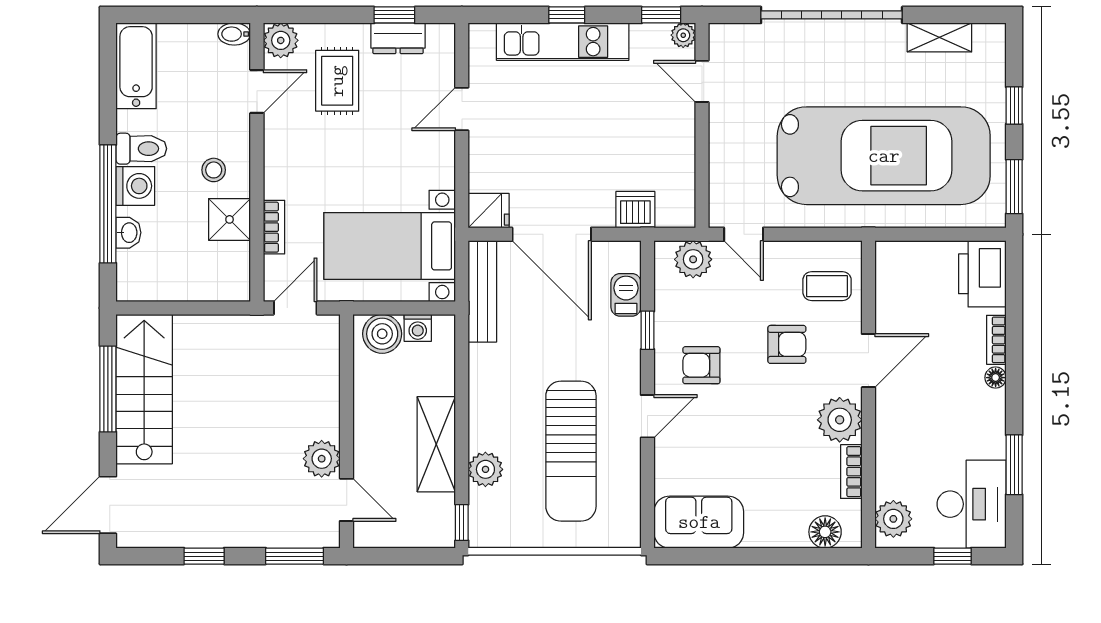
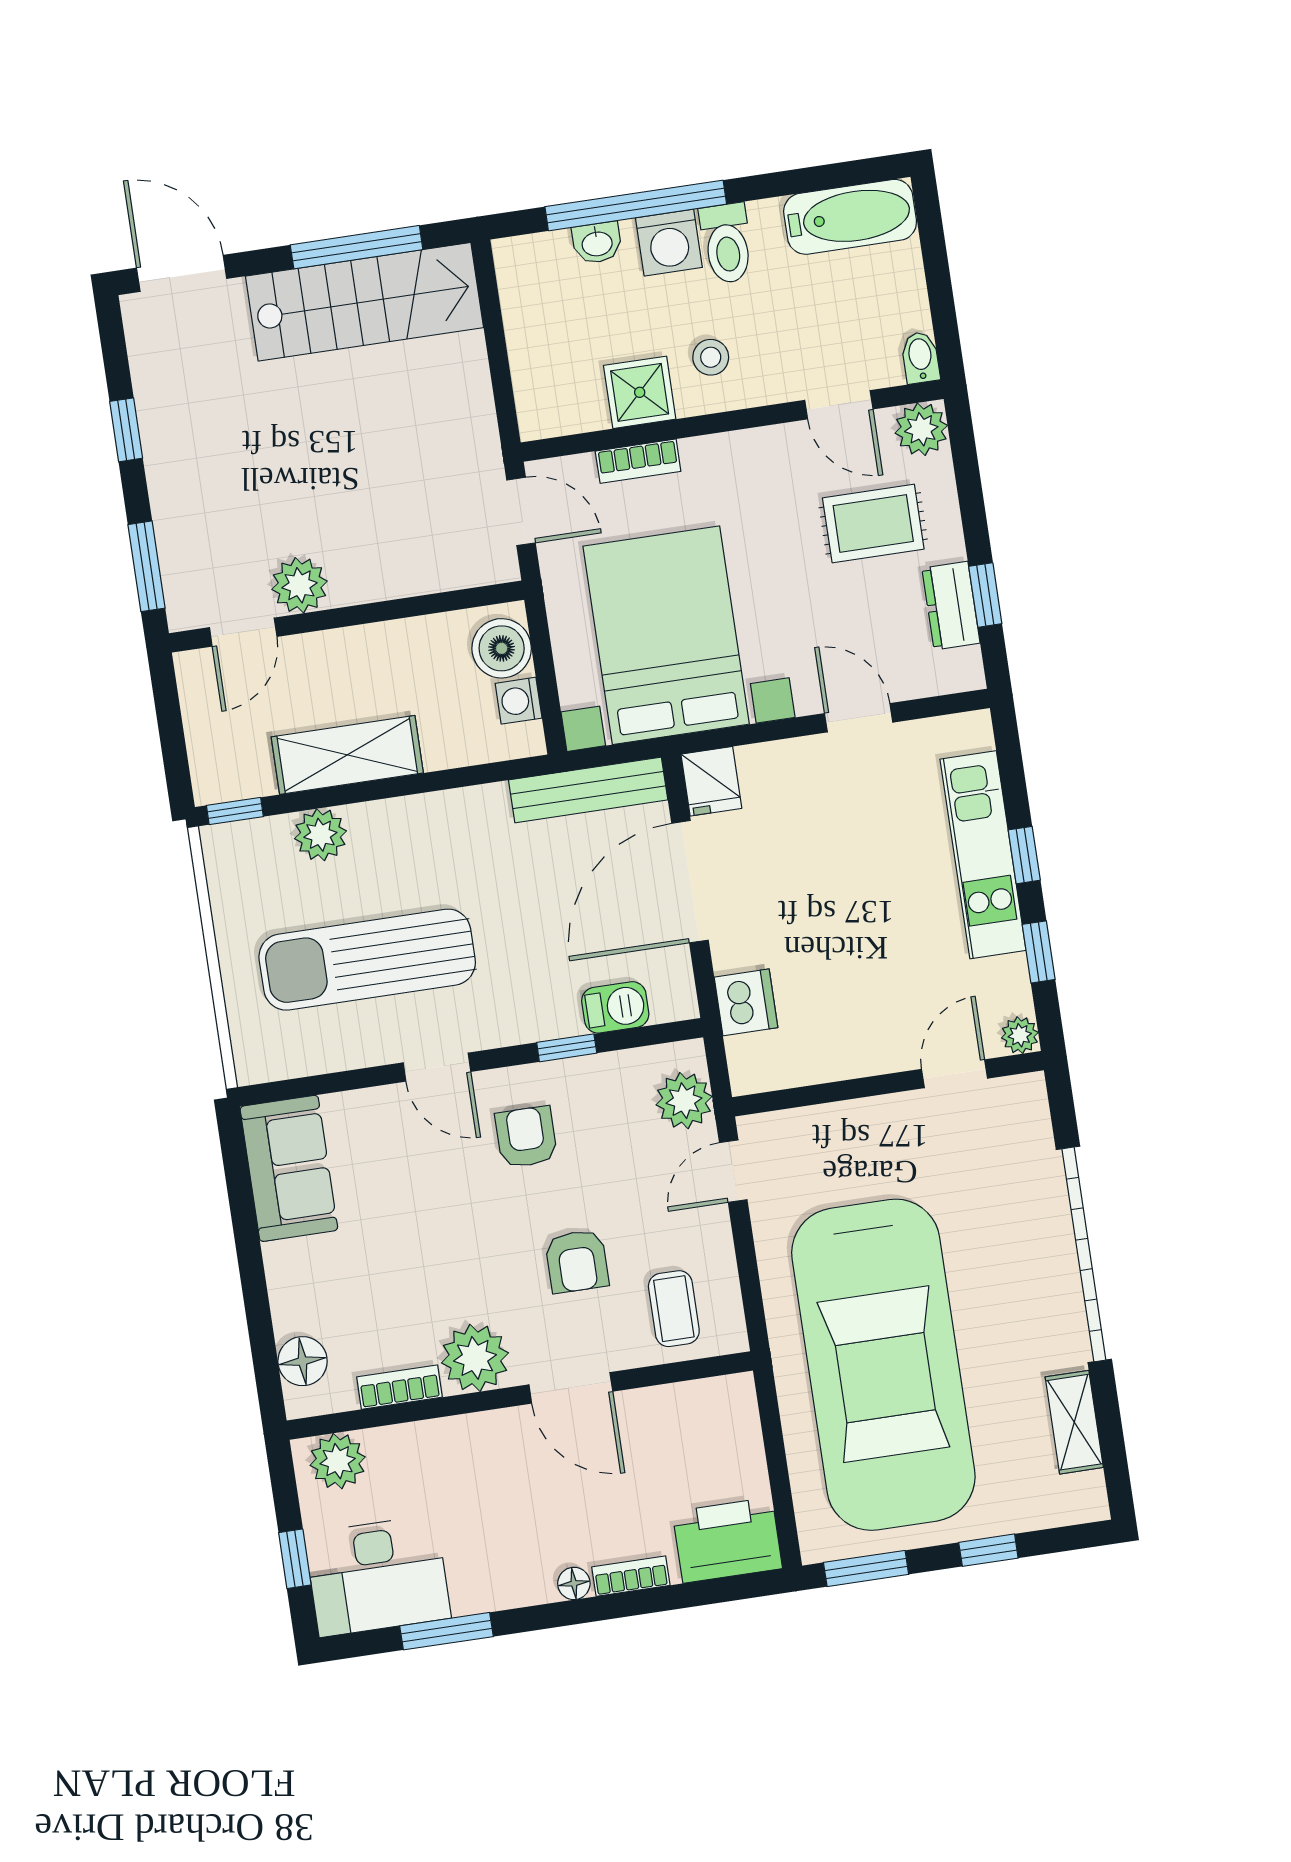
window: (661, 15) -> (1039, 952), moved
bed with nightstands: (390, 246) -> (666, 635), width x1.36

